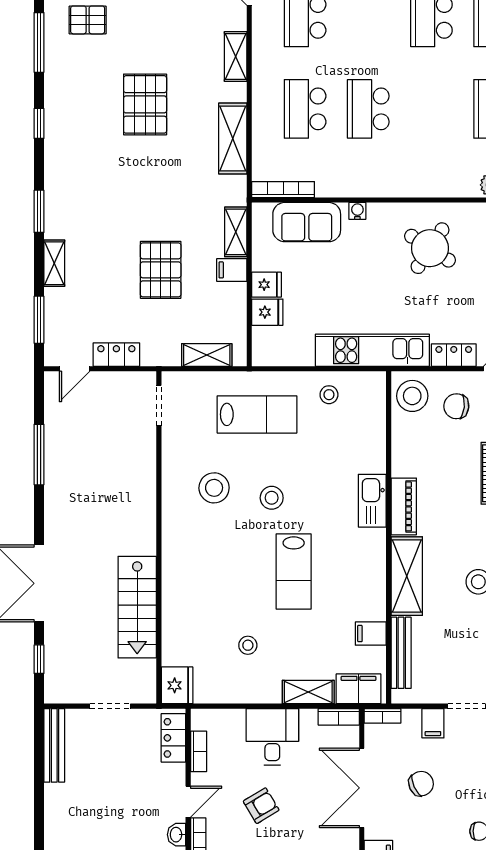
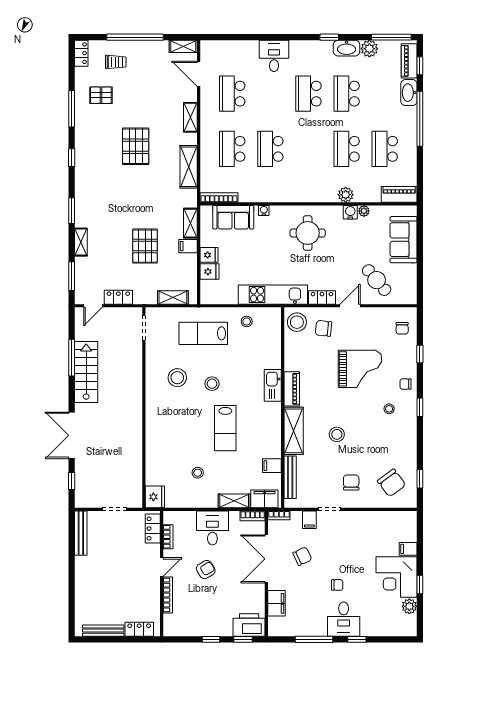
round table: (430, 248) -> (308, 233), turned -33
lab bench: (257, 414) -> (203, 333), turned 180
stairs: (137, 607) -> (86, 372), moved, turned 180
washbasin: (177, 835) -> (155, 587), removed

